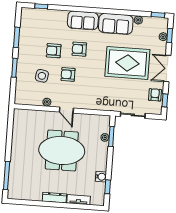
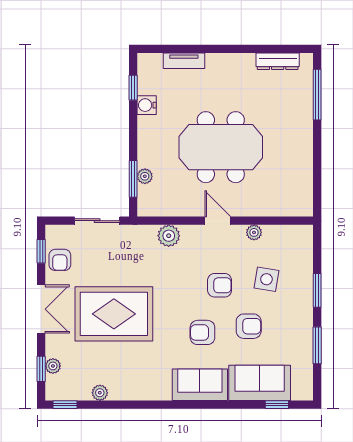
sofa: (116, 24) -> (260, 383), moved
armchair: (79, 49) -> (202, 332), turned 180
plant: (94, 104) -> (169, 236), added
dresser: (54, 198) -> (278, 61), moved

